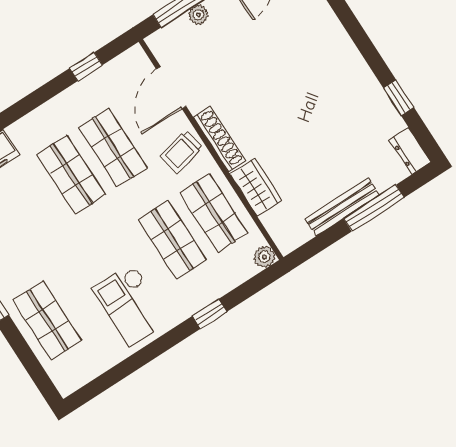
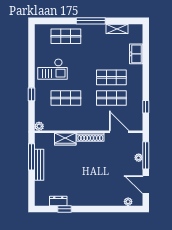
dresser: (410, 151) -> (58, 201), moved
trolley: (181, 152) -> (95, 121), removed
window: (374, 208) -> (32, 157), moved
shop shelf: (214, 213) -> (66, 119), removed
checkout: (131, 304) -> (53, 69), turned 180

